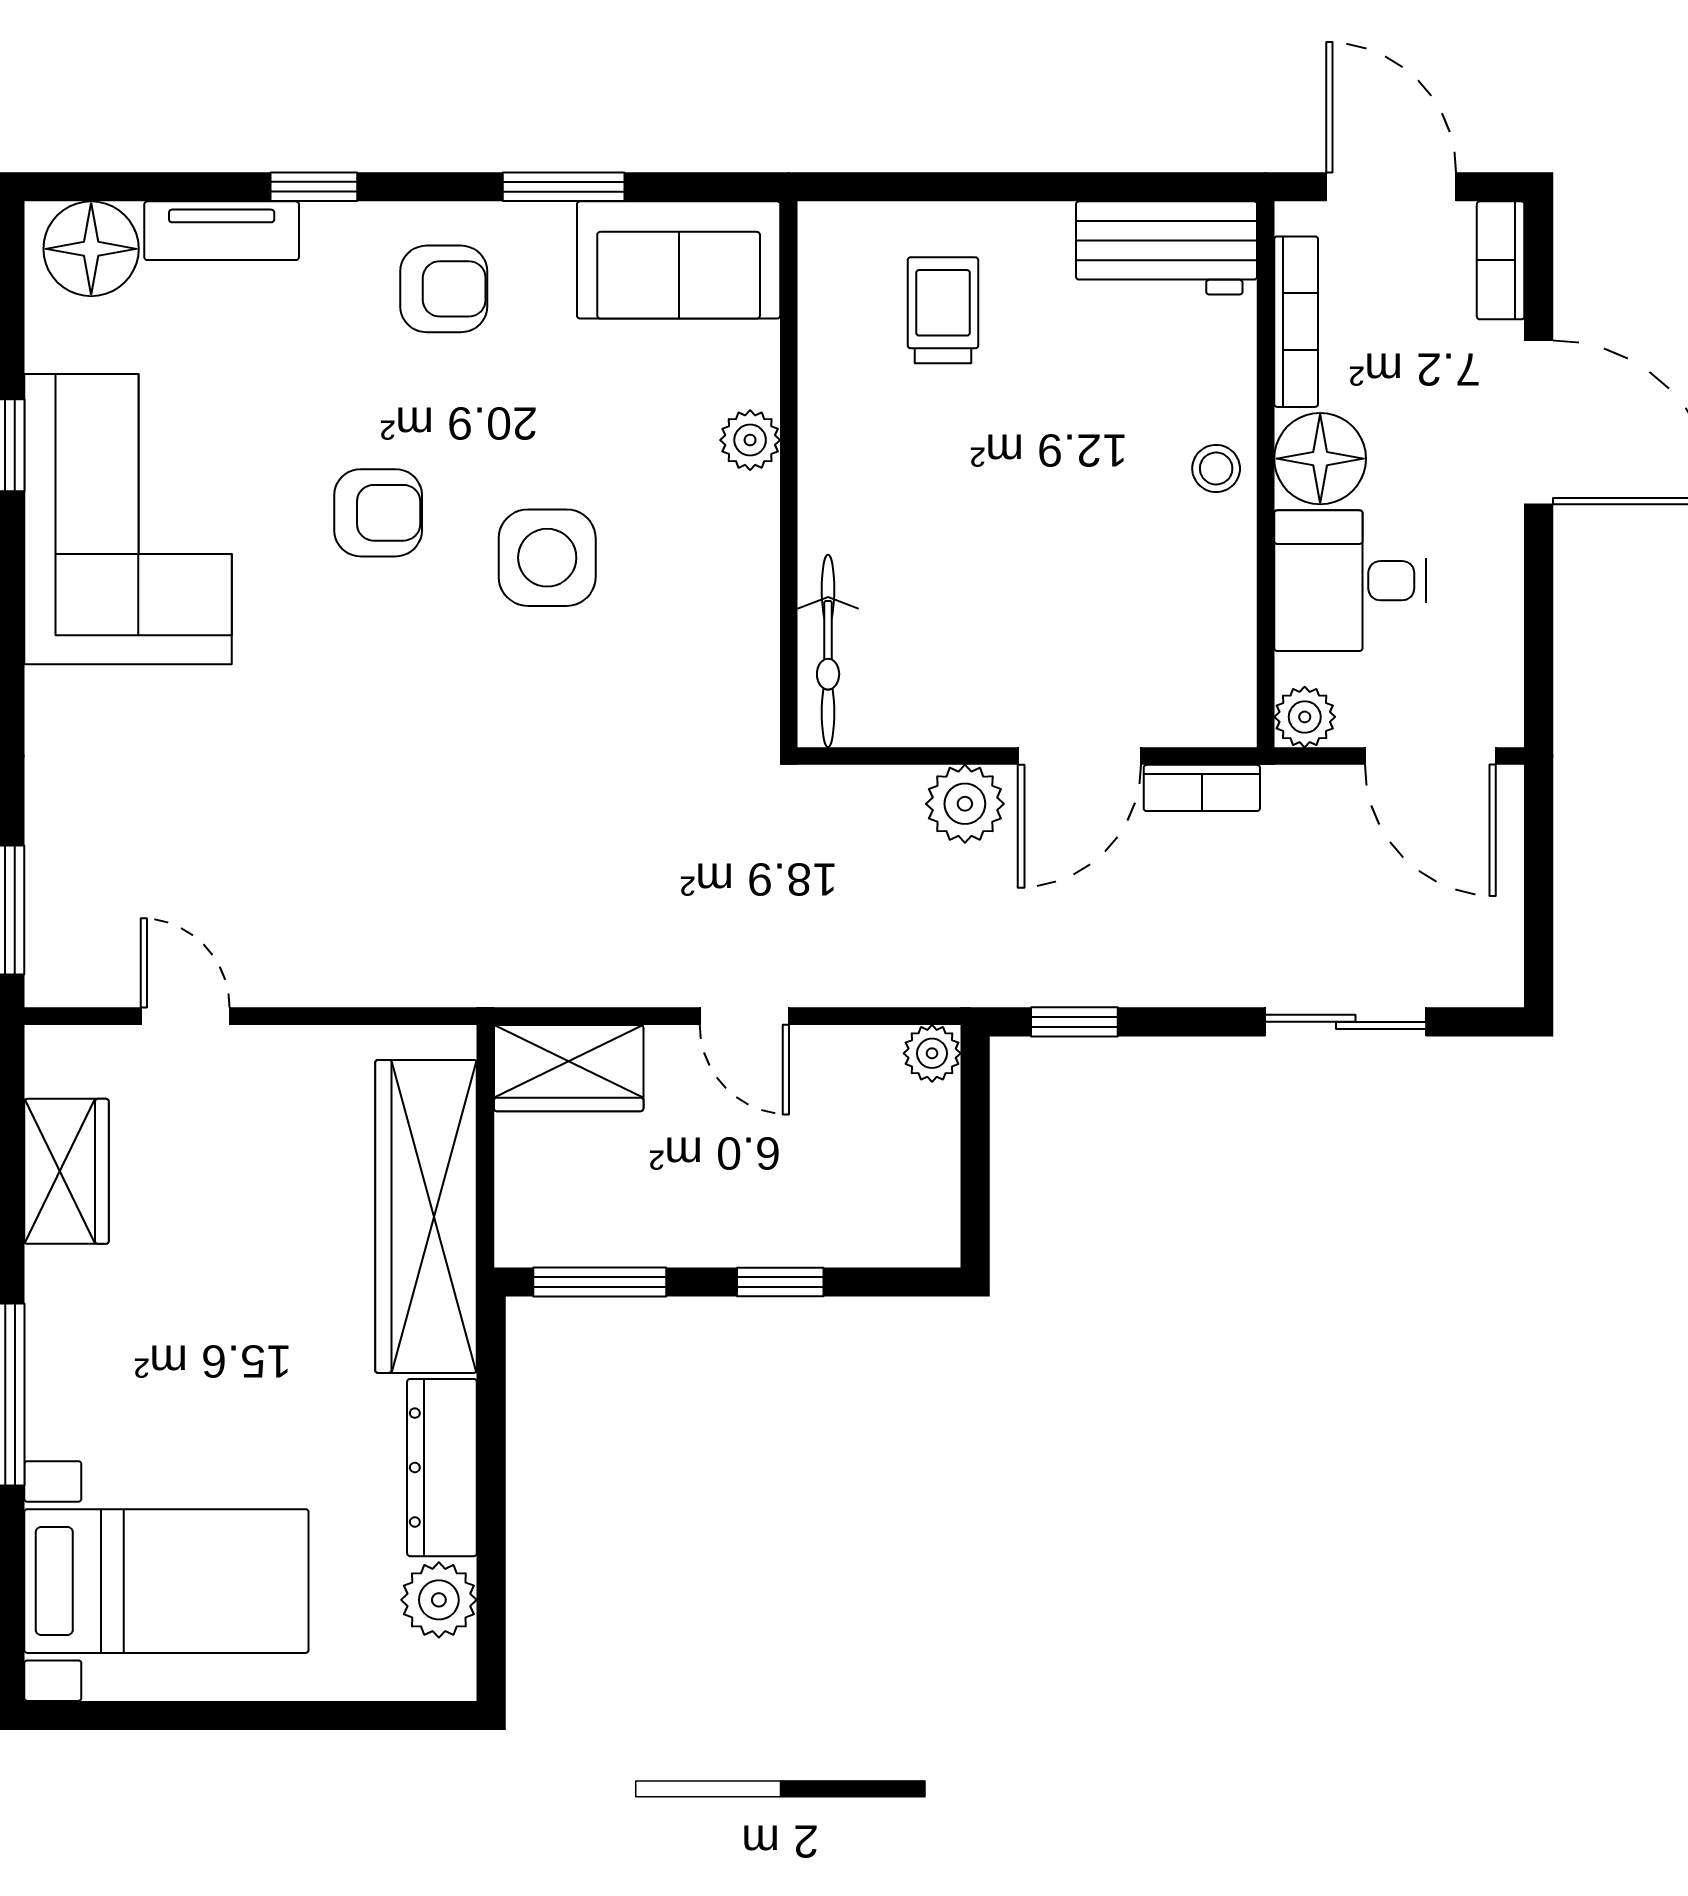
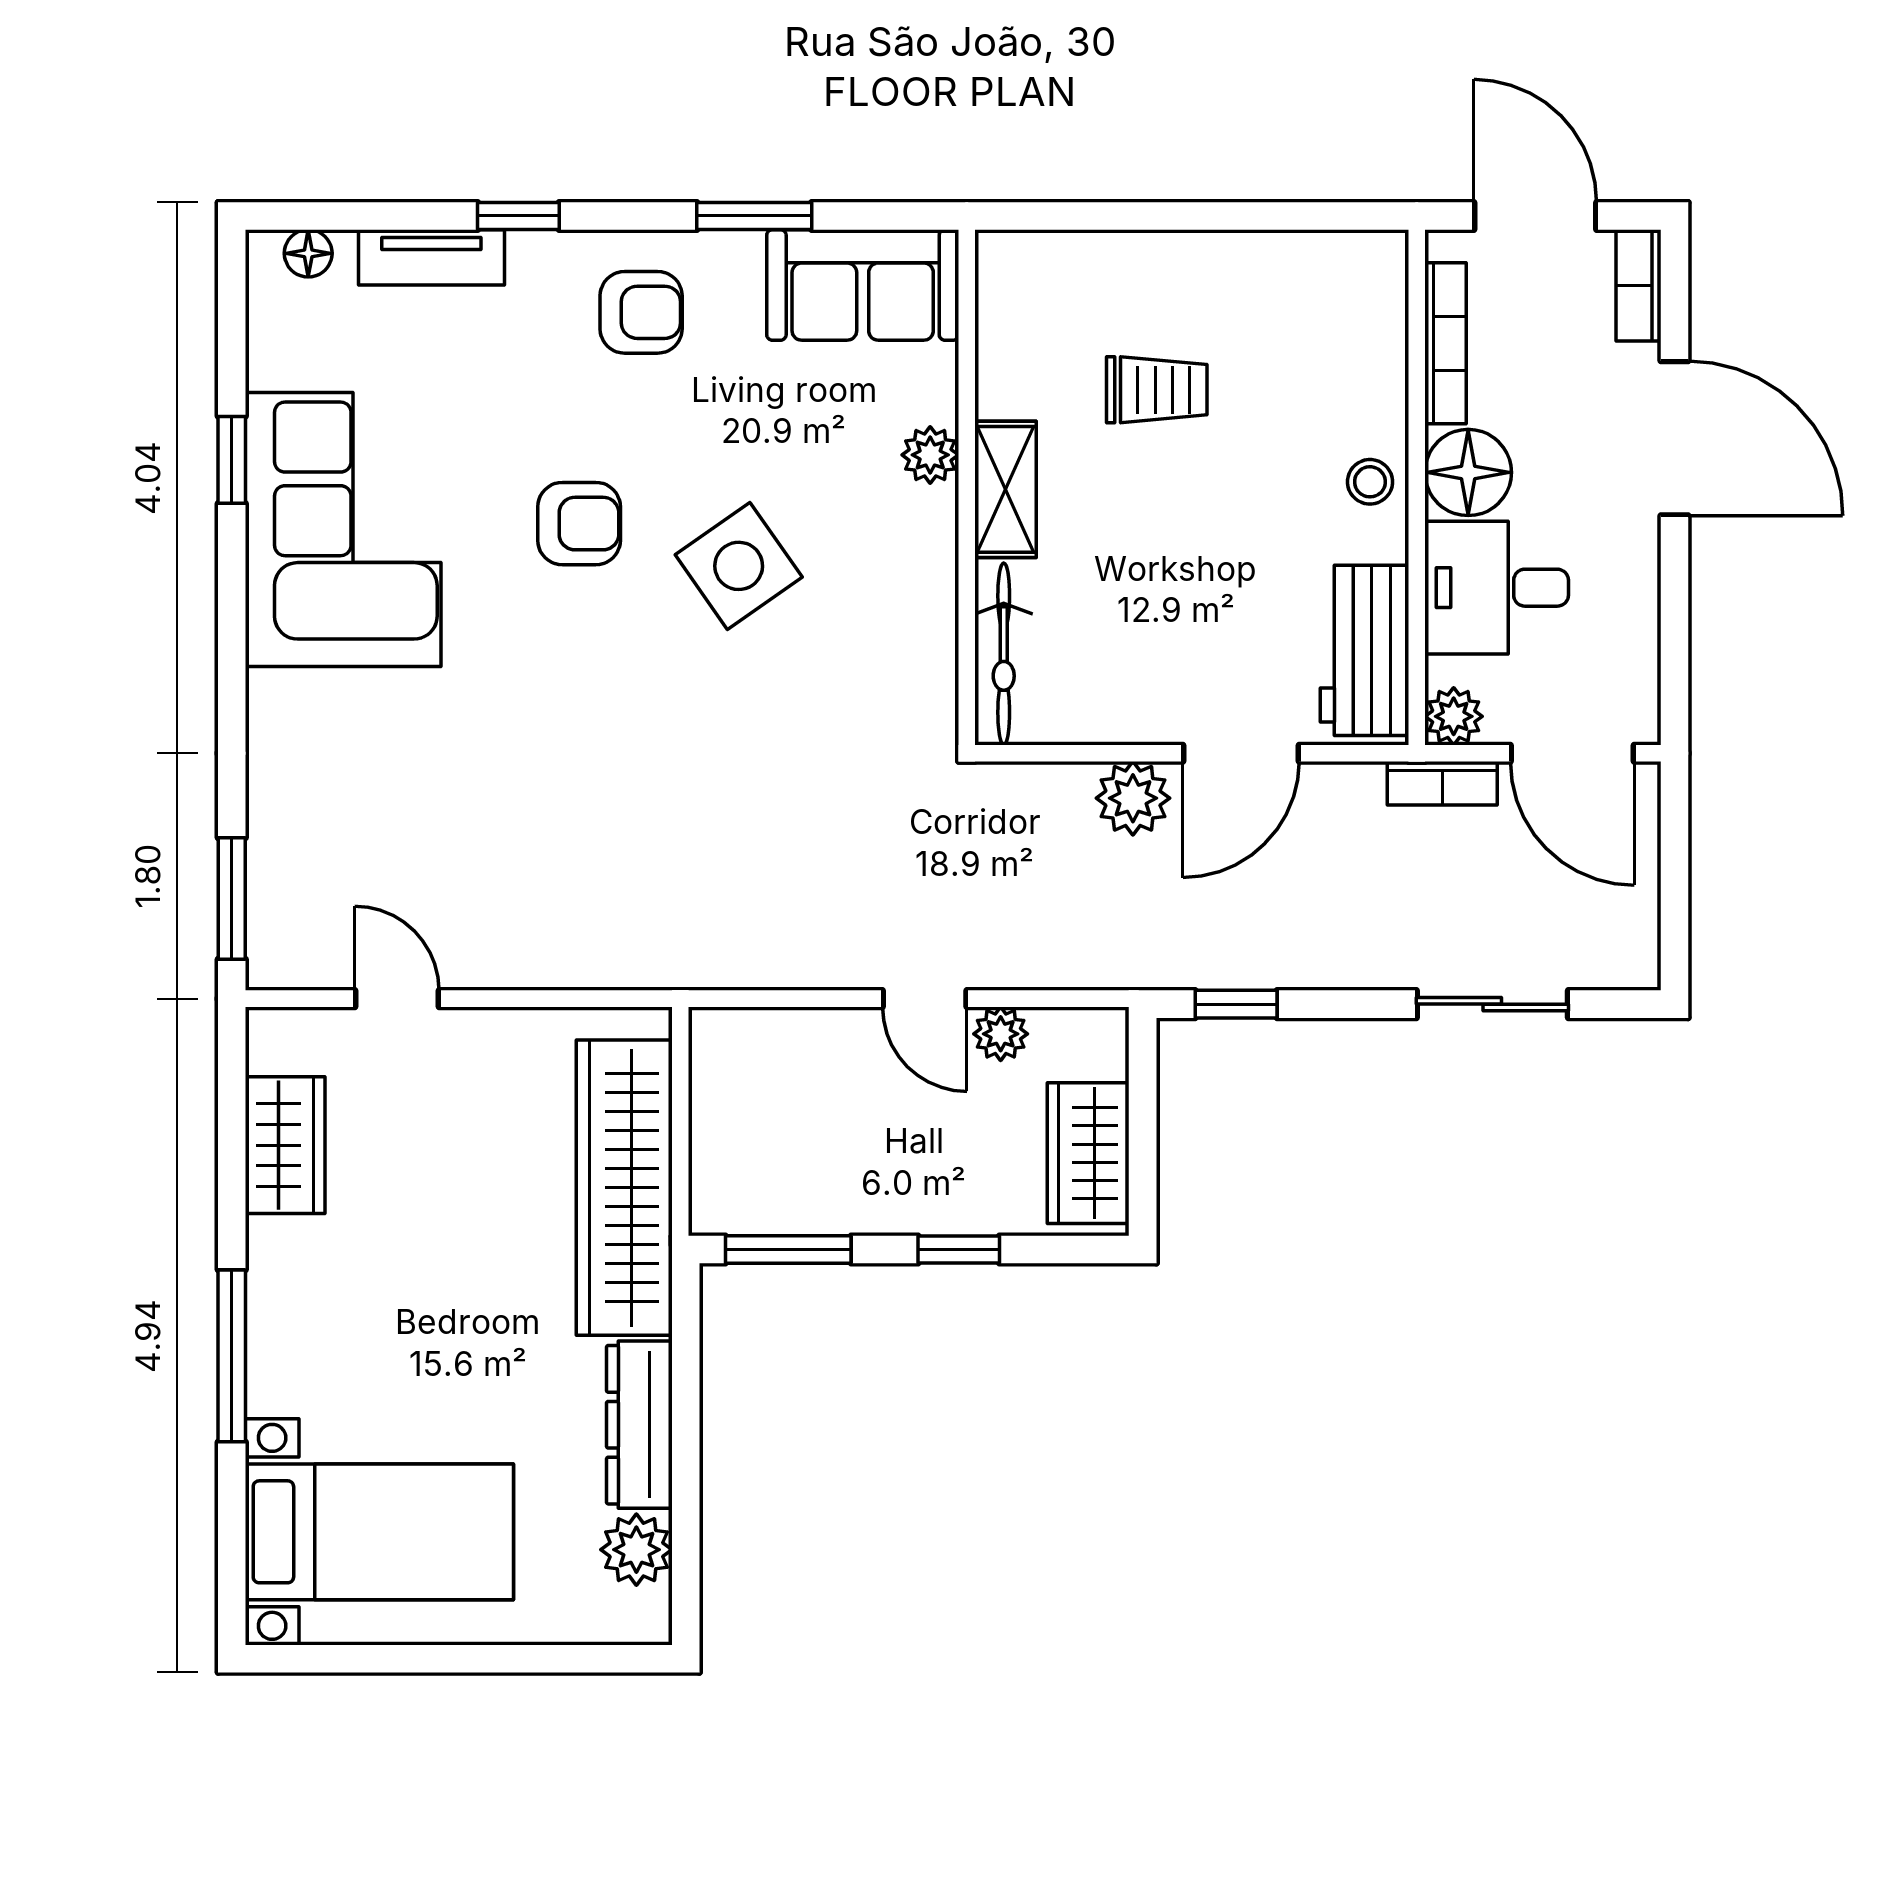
workbench: (1167, 248) -> (1364, 650), moved, turned 90
floor lamp: (91, 249) -> (308, 253), width x0.53, depth x0.53
trolley: (943, 310) -> (1157, 390), moved, turned 90
shelving: (830, 477) -> (1006, 489), added
side table: (547, 558) -> (739, 566), turned -35
bookcase: (1202, 788) -> (1442, 783), moved
plant: (932, 1053) -> (1001, 1034), moved
wardrobe: (569, 1068) -> (1088, 1153), moved, turned 90

